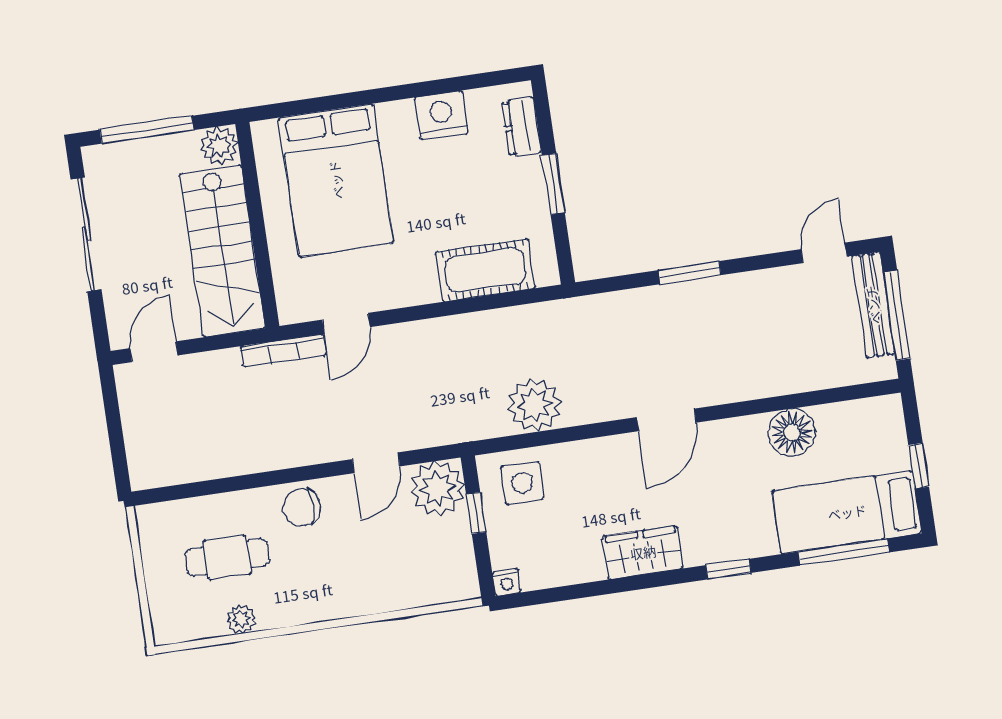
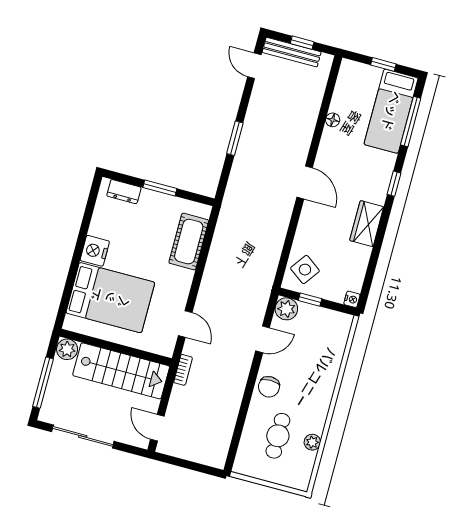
nightstand: (441, 115) -> (95, 251), moved
window: (896, 315) -> (302, 43), width x0.46
bookcase: (283, 351) -> (183, 370), width x0.64
plant: (534, 405) -> (268, 246), removed
floor lamp: (792, 432) -> (333, 120), width x0.53, depth x0.53
door: (376, 463) -> (263, 339), hinge flipped
side table: (522, 483) -> (305, 270), turned 36
plant: (438, 489) -> (286, 309), width x0.73, depth x0.73

